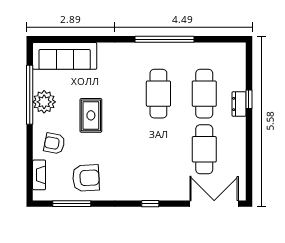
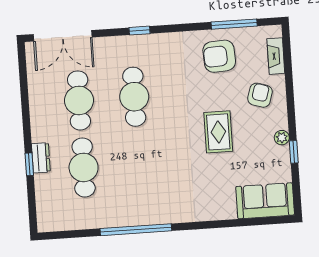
sofa: (65, 56) -> (265, 201), width x0.73
cafe table: (158, 94) -> (134, 97), moved
window: (30, 95) -> (294, 152), width x0.32
plant: (44, 102) -> (282, 138), width x0.53, depth x0.53
armchair: (54, 143) -> (260, 95), turned -84

